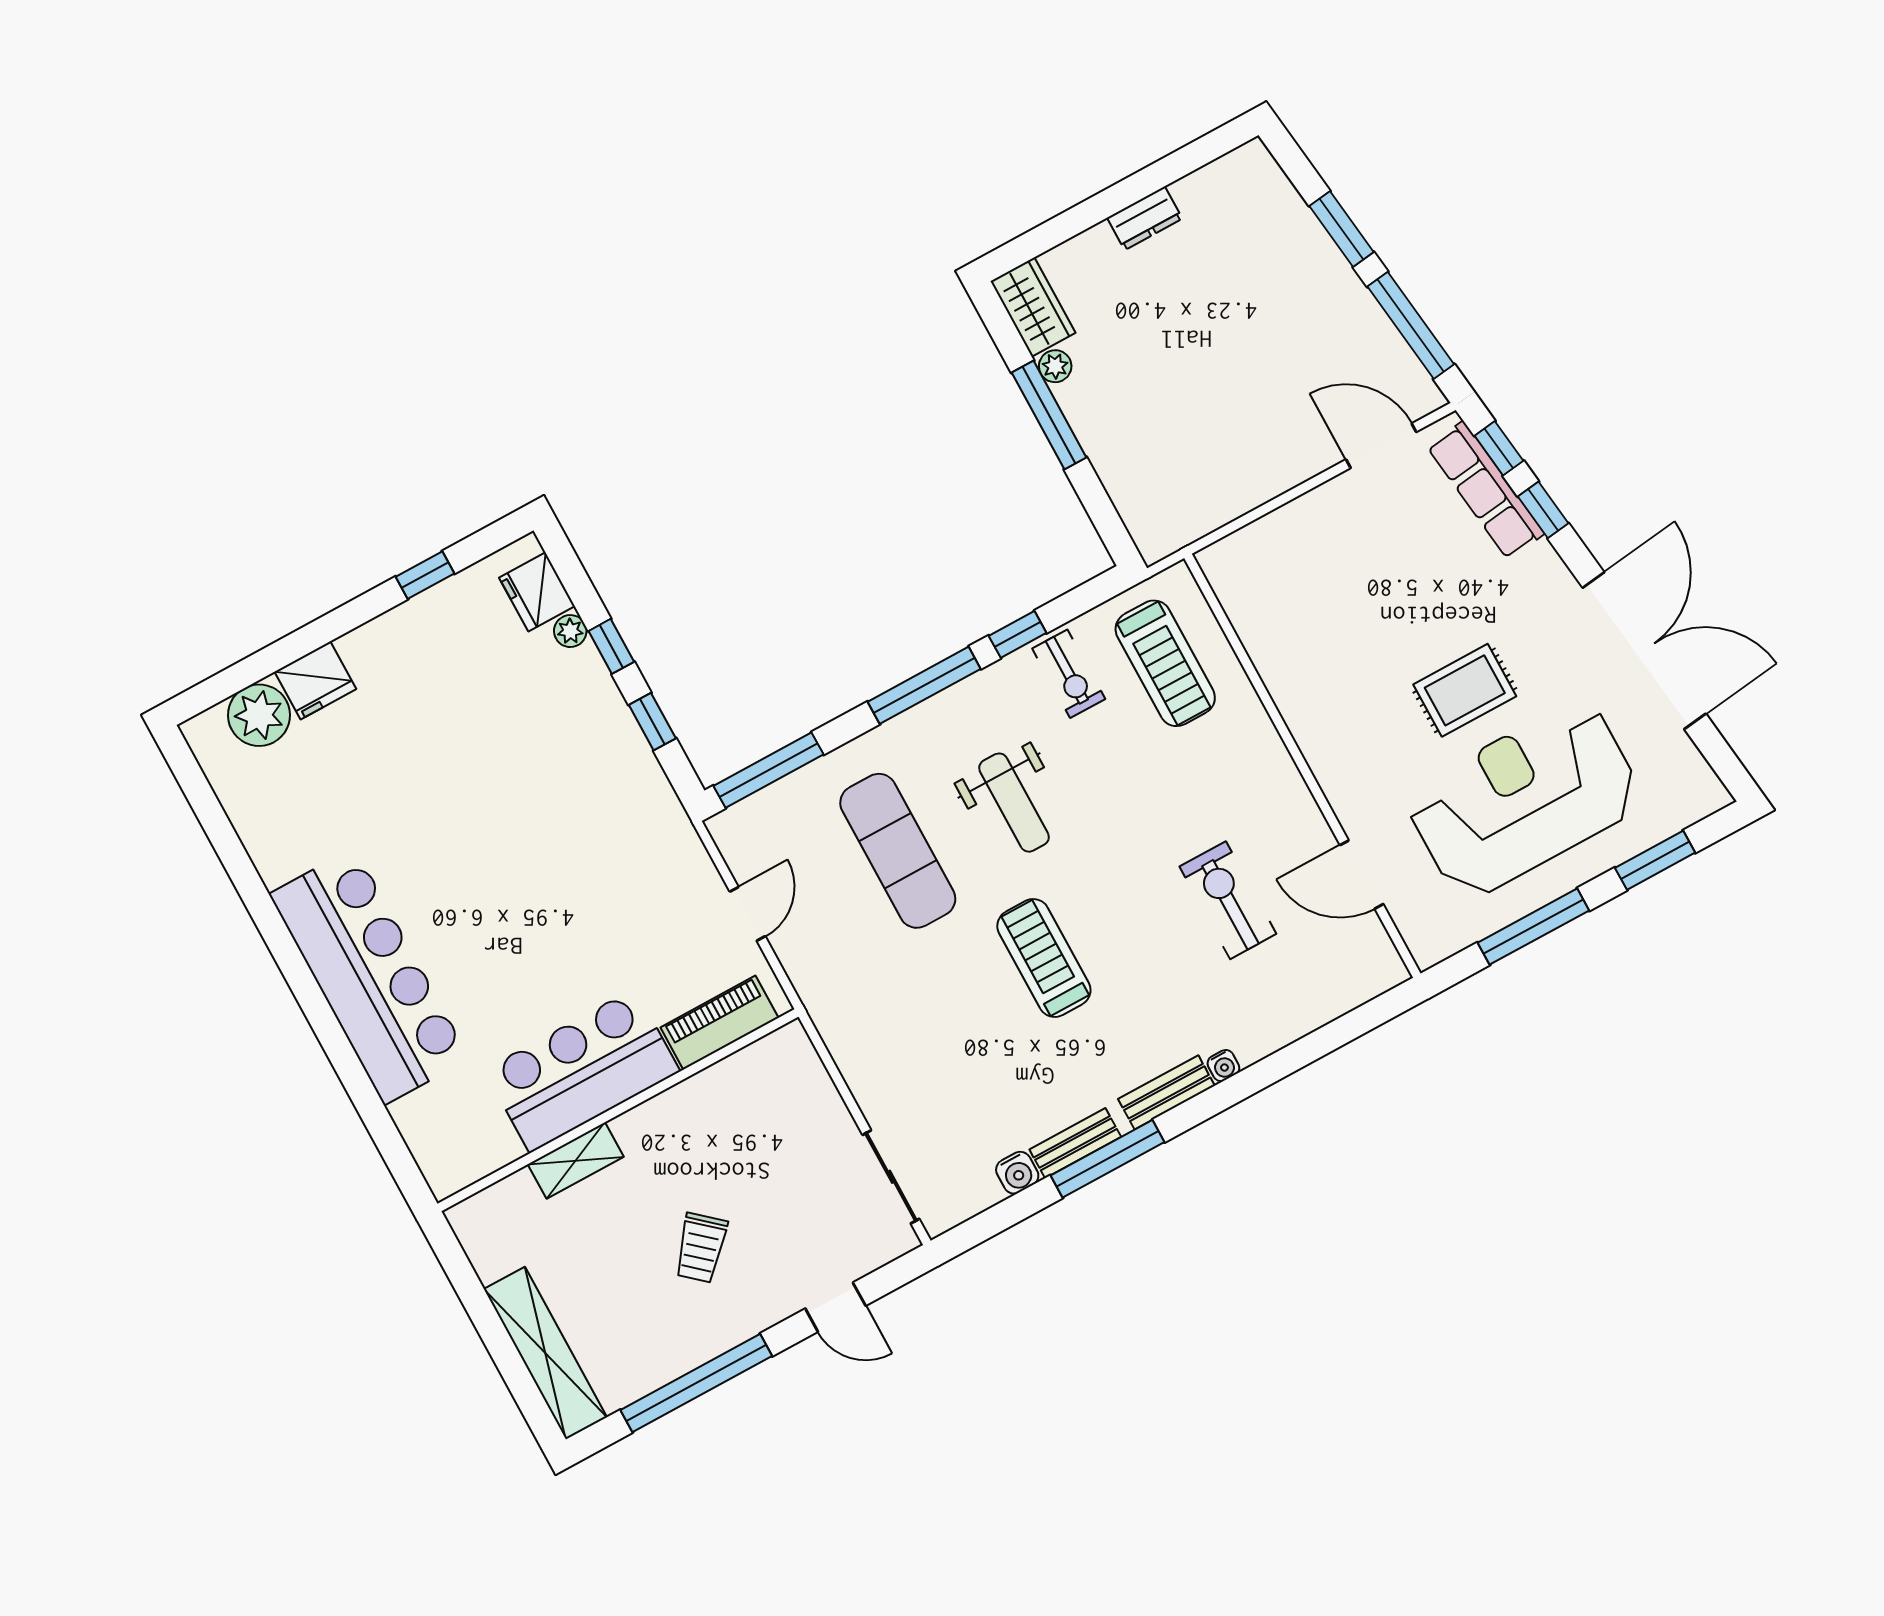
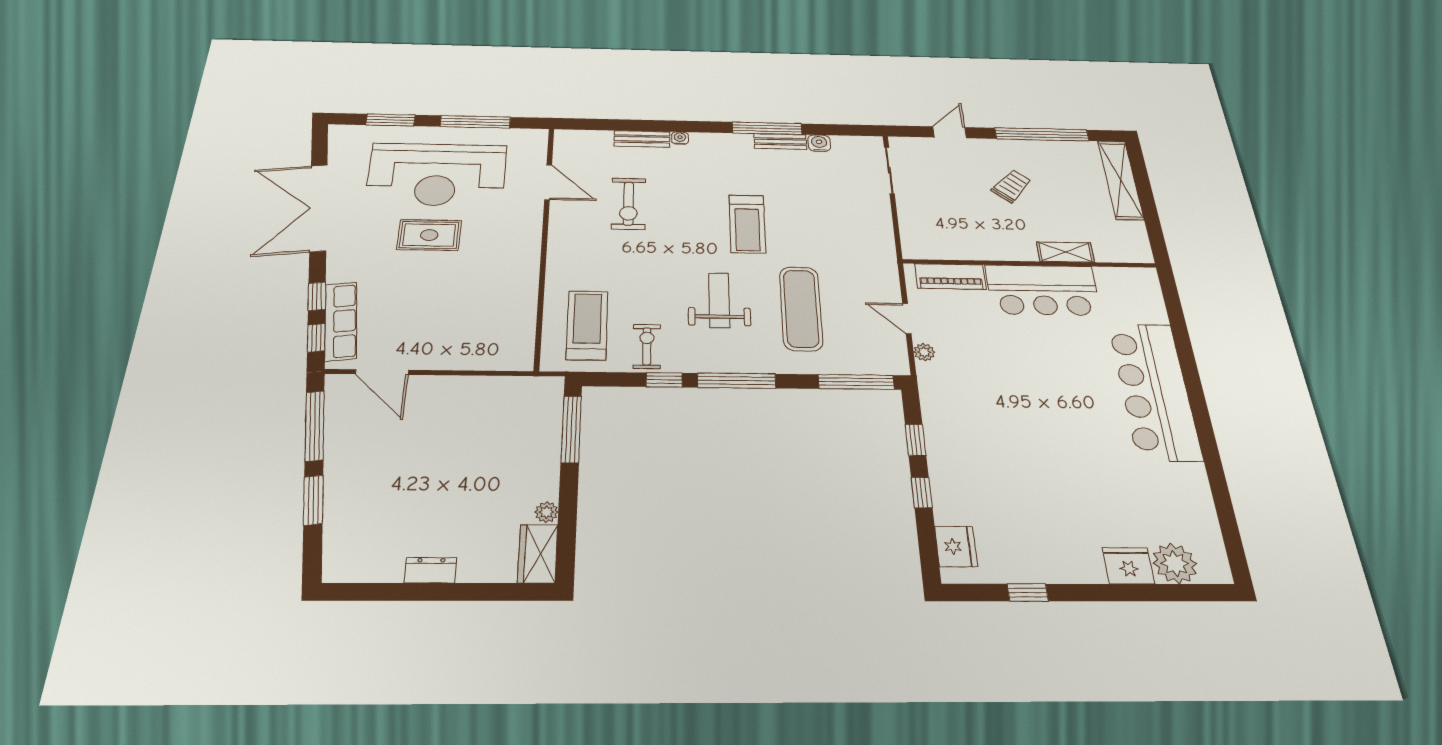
window: (1049, 415) -> (571, 429), moved
plant: (570, 631) -> (924, 352), moved
door: (748, 914) -> (907, 319), hinge flipped
bench: (1166, 1092) -> (642, 139), moved
door: (835, 1307) -> (950, 132), hinge flipped

